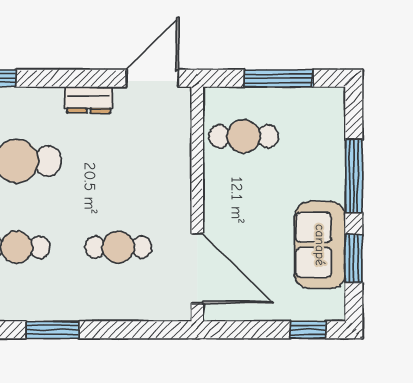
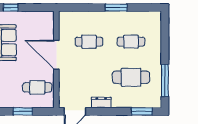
window: (279, 78) -> (23, 111), width x0.69
door: (197, 268) -> (56, 55), moved

